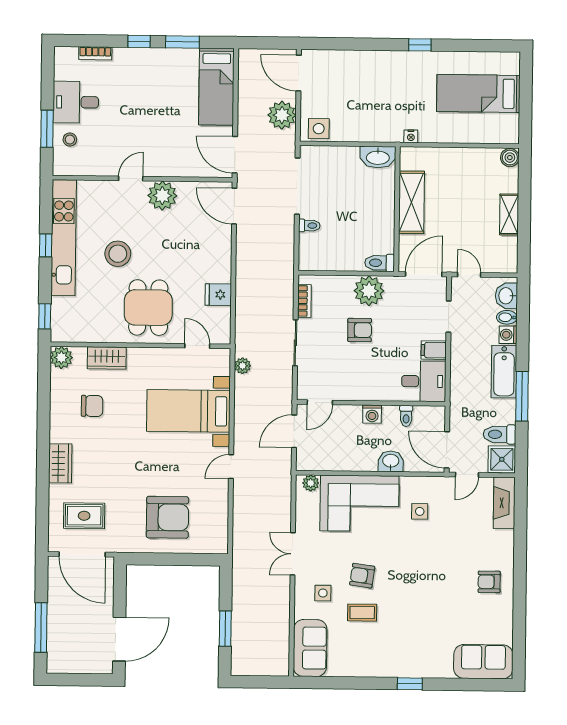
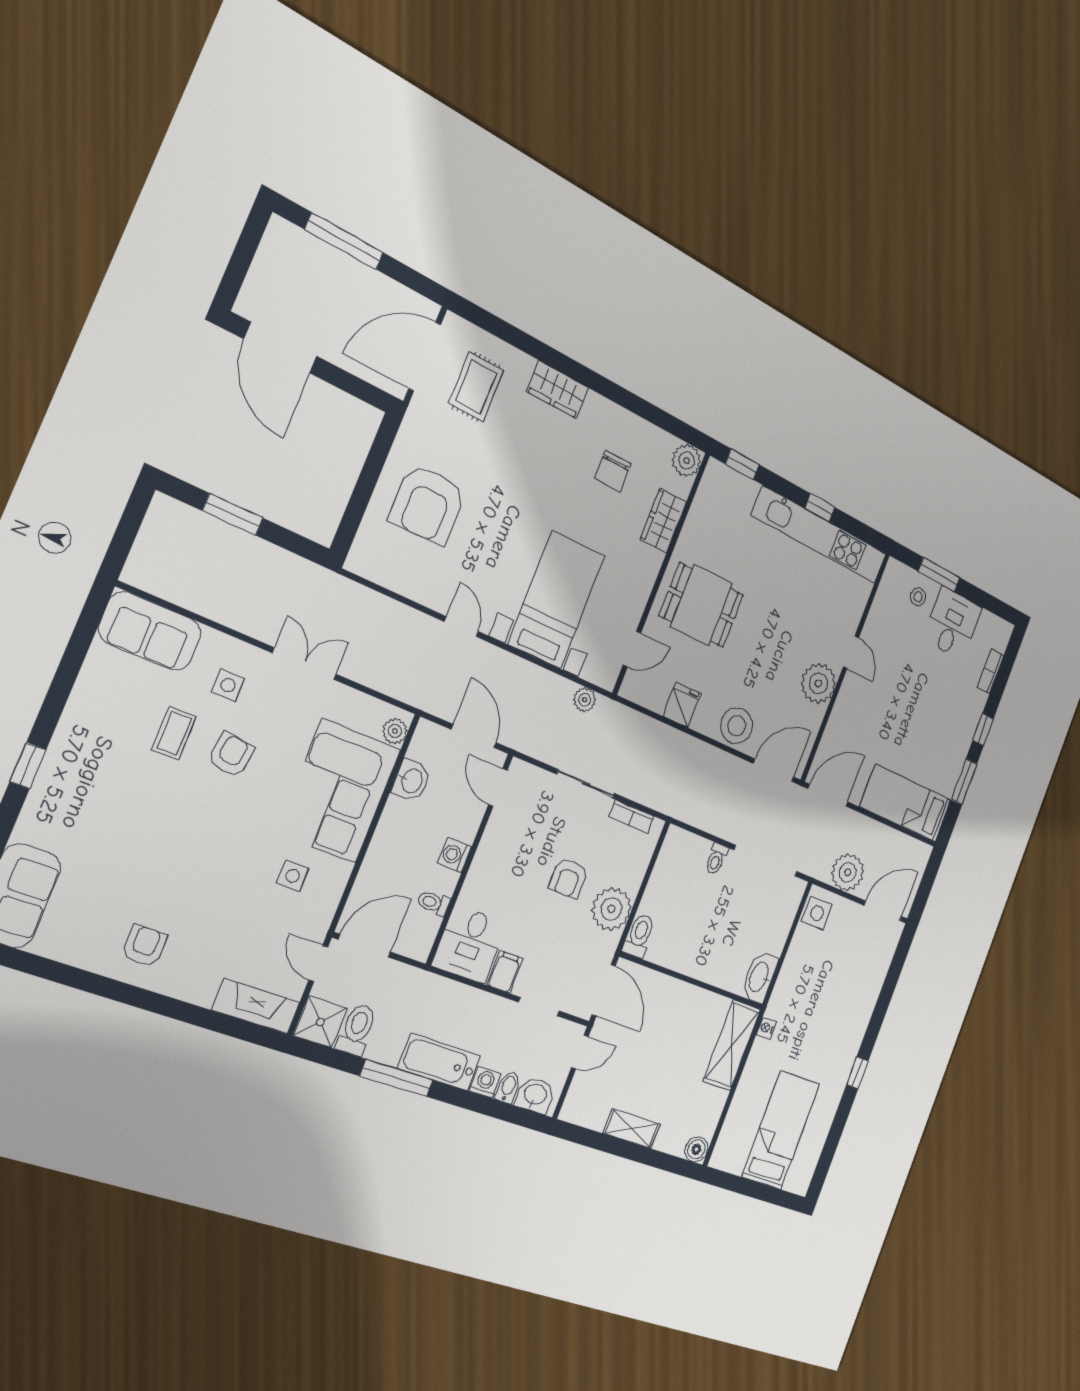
shelving: (411, 202) -> (732, 1045), moved, turned 90
stool: (118, 254) -> (737, 726), moved
washbasin: (391, 461) -> (411, 781), moved

